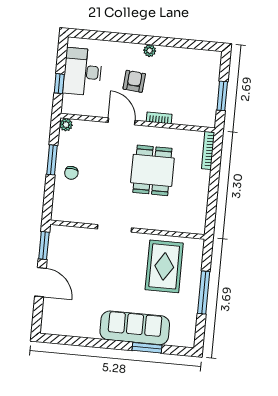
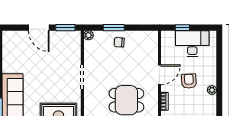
armchair: (134, 81) -> (189, 81), turned -99
plant: (66, 125) -> (88, 35), moved
window: (52, 160) -> (114, 28), moved
door: (40, 282) -> (39, 28), hinge flipped

